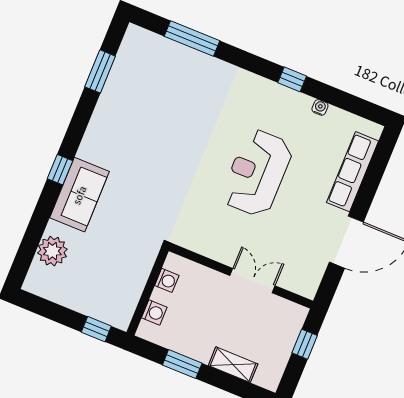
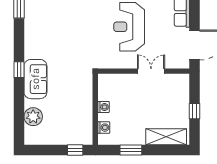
wall: (241, 276) -> (144, 71), moved
double door: (252, 281) -> (151, 71), moved
shelving: (233, 365) -> (166, 137), width x1.50, depth x1.33

